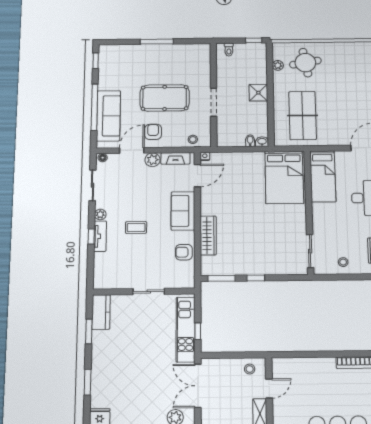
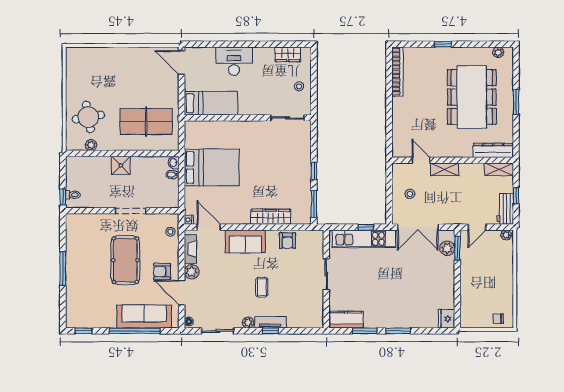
window: (254, 40) -> (63, 197), moved
bed: (284, 177) -> (212, 167), moved
stool: (250, 369) -> (410, 194), moved
window: (88, 382) -> (398, 331), moved

